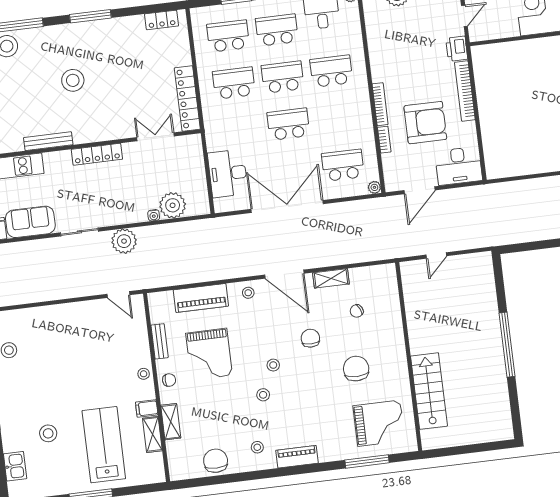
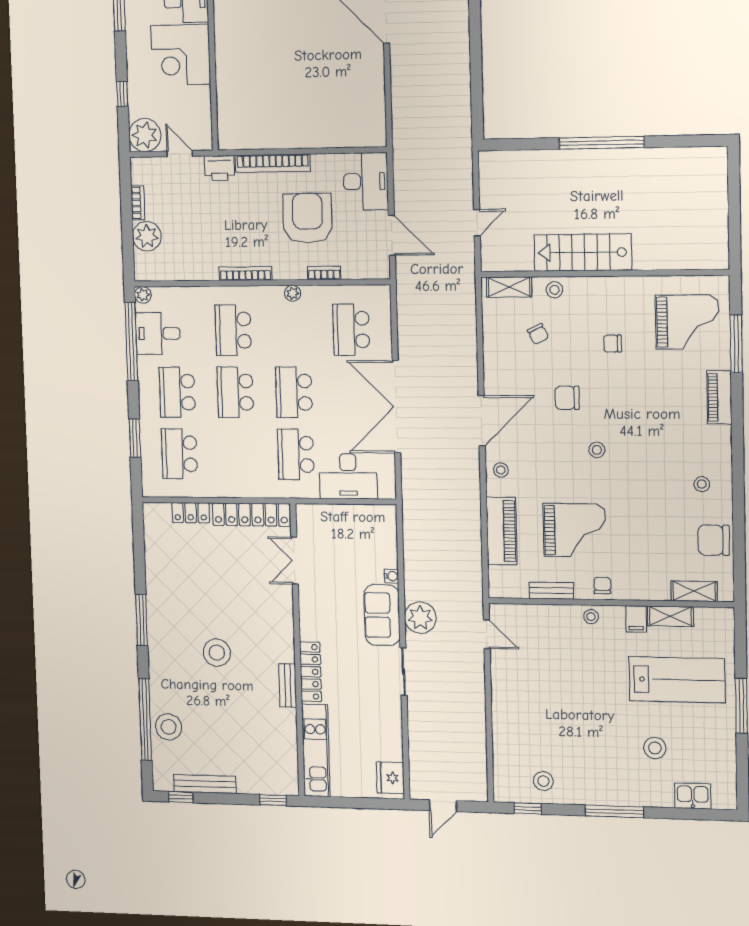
locker: (162, 20) -> (191, 513), moved, turned 90
school desk: (234, 83) -> (296, 454), moved
bookcase: (380, 104) -> (245, 274), moved
bench: (48, 141) -> (288, 686), width x0.73
locker: (97, 154) -> (311, 672), moved
plant: (374, 187) -> (293, 293), moved
plant: (173, 205) -> (381, 551), removed
sofa: (30, 222) -> (382, 615), moved
door: (436, 255) -> (477, 223), hinge flipped
shelving: (331, 278) -> (509, 287), moved, turned 90
door: (118, 295) -> (487, 634), hinge flipped
chair: (356, 369) -> (613, 343), width x0.54, depth x0.54
stairs: (429, 391) -> (583, 253), moved
stool: (263, 395) -> (554, 290), moved
shelving: (171, 422) -> (694, 591), moved
grand piano: (379, 423) -> (687, 322), turned 90
lab bench: (104, 445) -> (677, 680), turned 180
piano: (297, 457) -> (719, 397), moved

